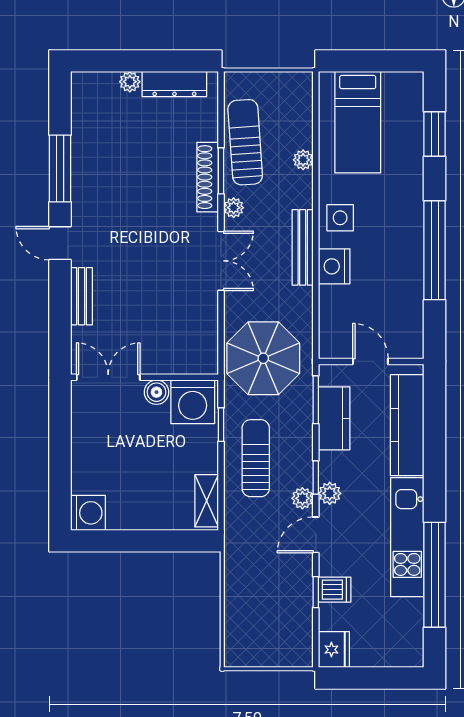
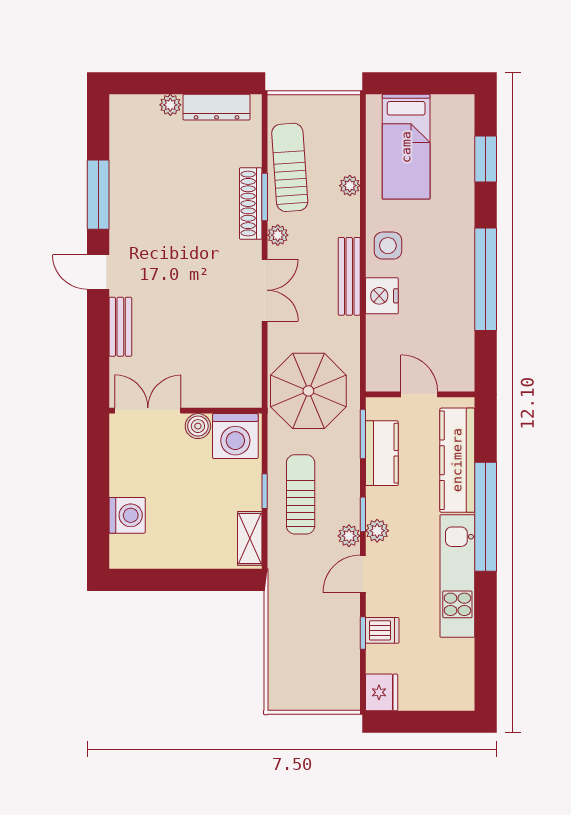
window: (221, 425) -> (265, 491), moved
washing machine: (88, 513) -> (127, 515), moved
window: (435, 575) -> (486, 517), moved

